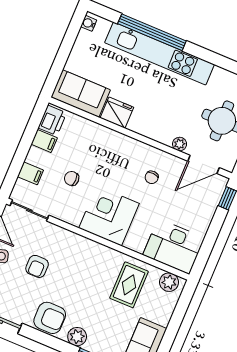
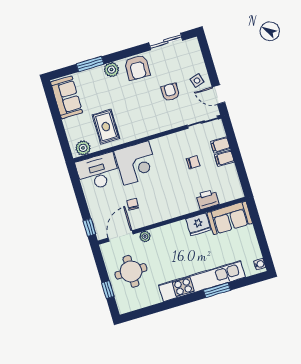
window: (152, 32) -> (217, 290), width x0.47
printer: (52, 120) -> (207, 199), moved, turned 90
filing cabinet: (44, 141) -> (224, 158), moved
chair: (152, 177) -> (133, 204), moved
corner desk: (109, 216) -> (136, 163), moved
armchair: (50, 318) -> (137, 67), turned -88

